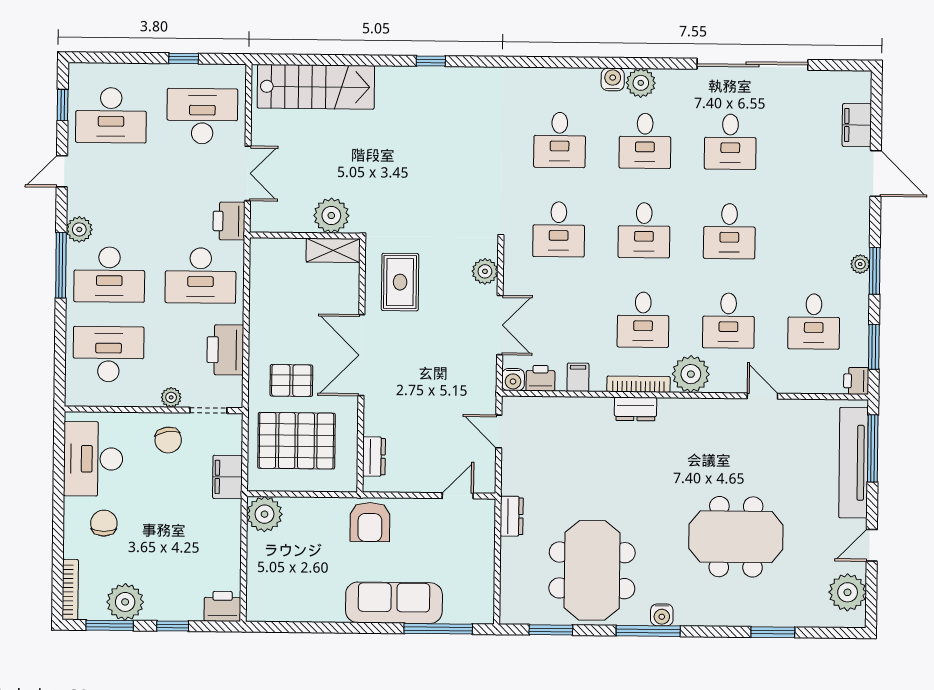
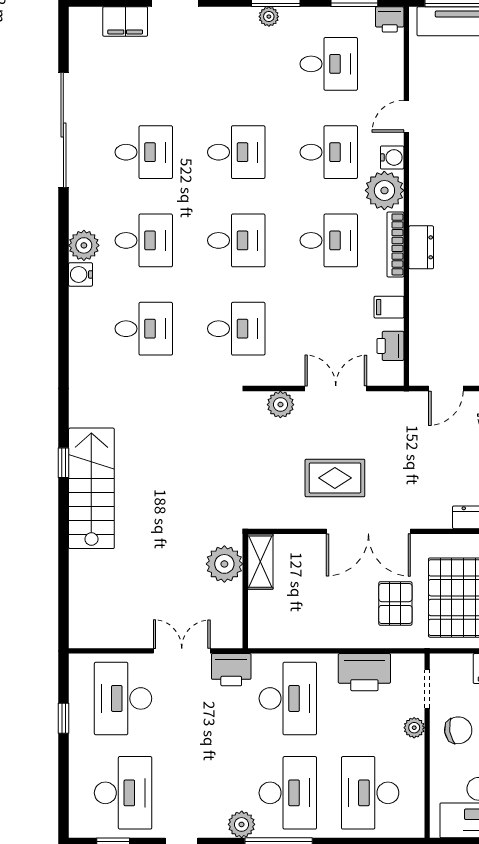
stairs: (316, 87) -> (91, 488), moved
rug: (400, 282) -> (335, 478), moved
water cooler: (513, 380) -> (392, 157), moved

